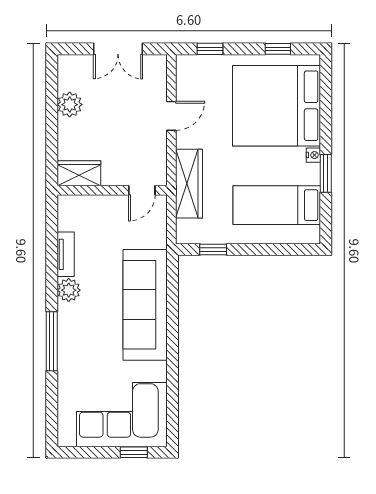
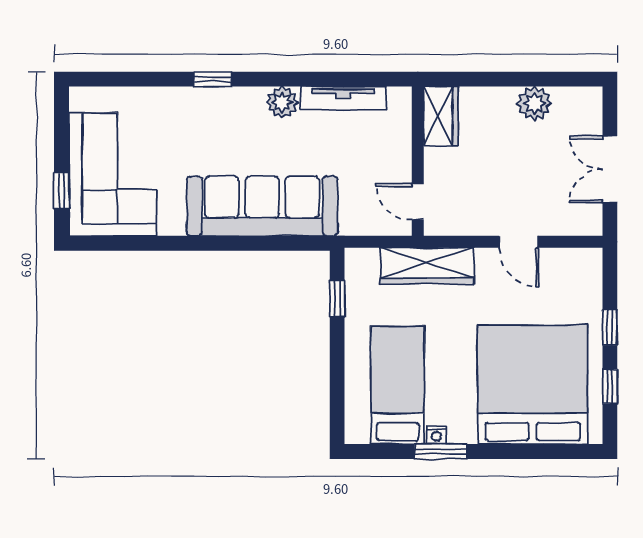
window: (210, 49) -> (610, 328), moved
nightstand: (313, 155) -> (436, 435), moved
tv unit: (66, 254) -> (343, 98), width x1.41
window: (52, 341) -> (213, 79), width x0.46

